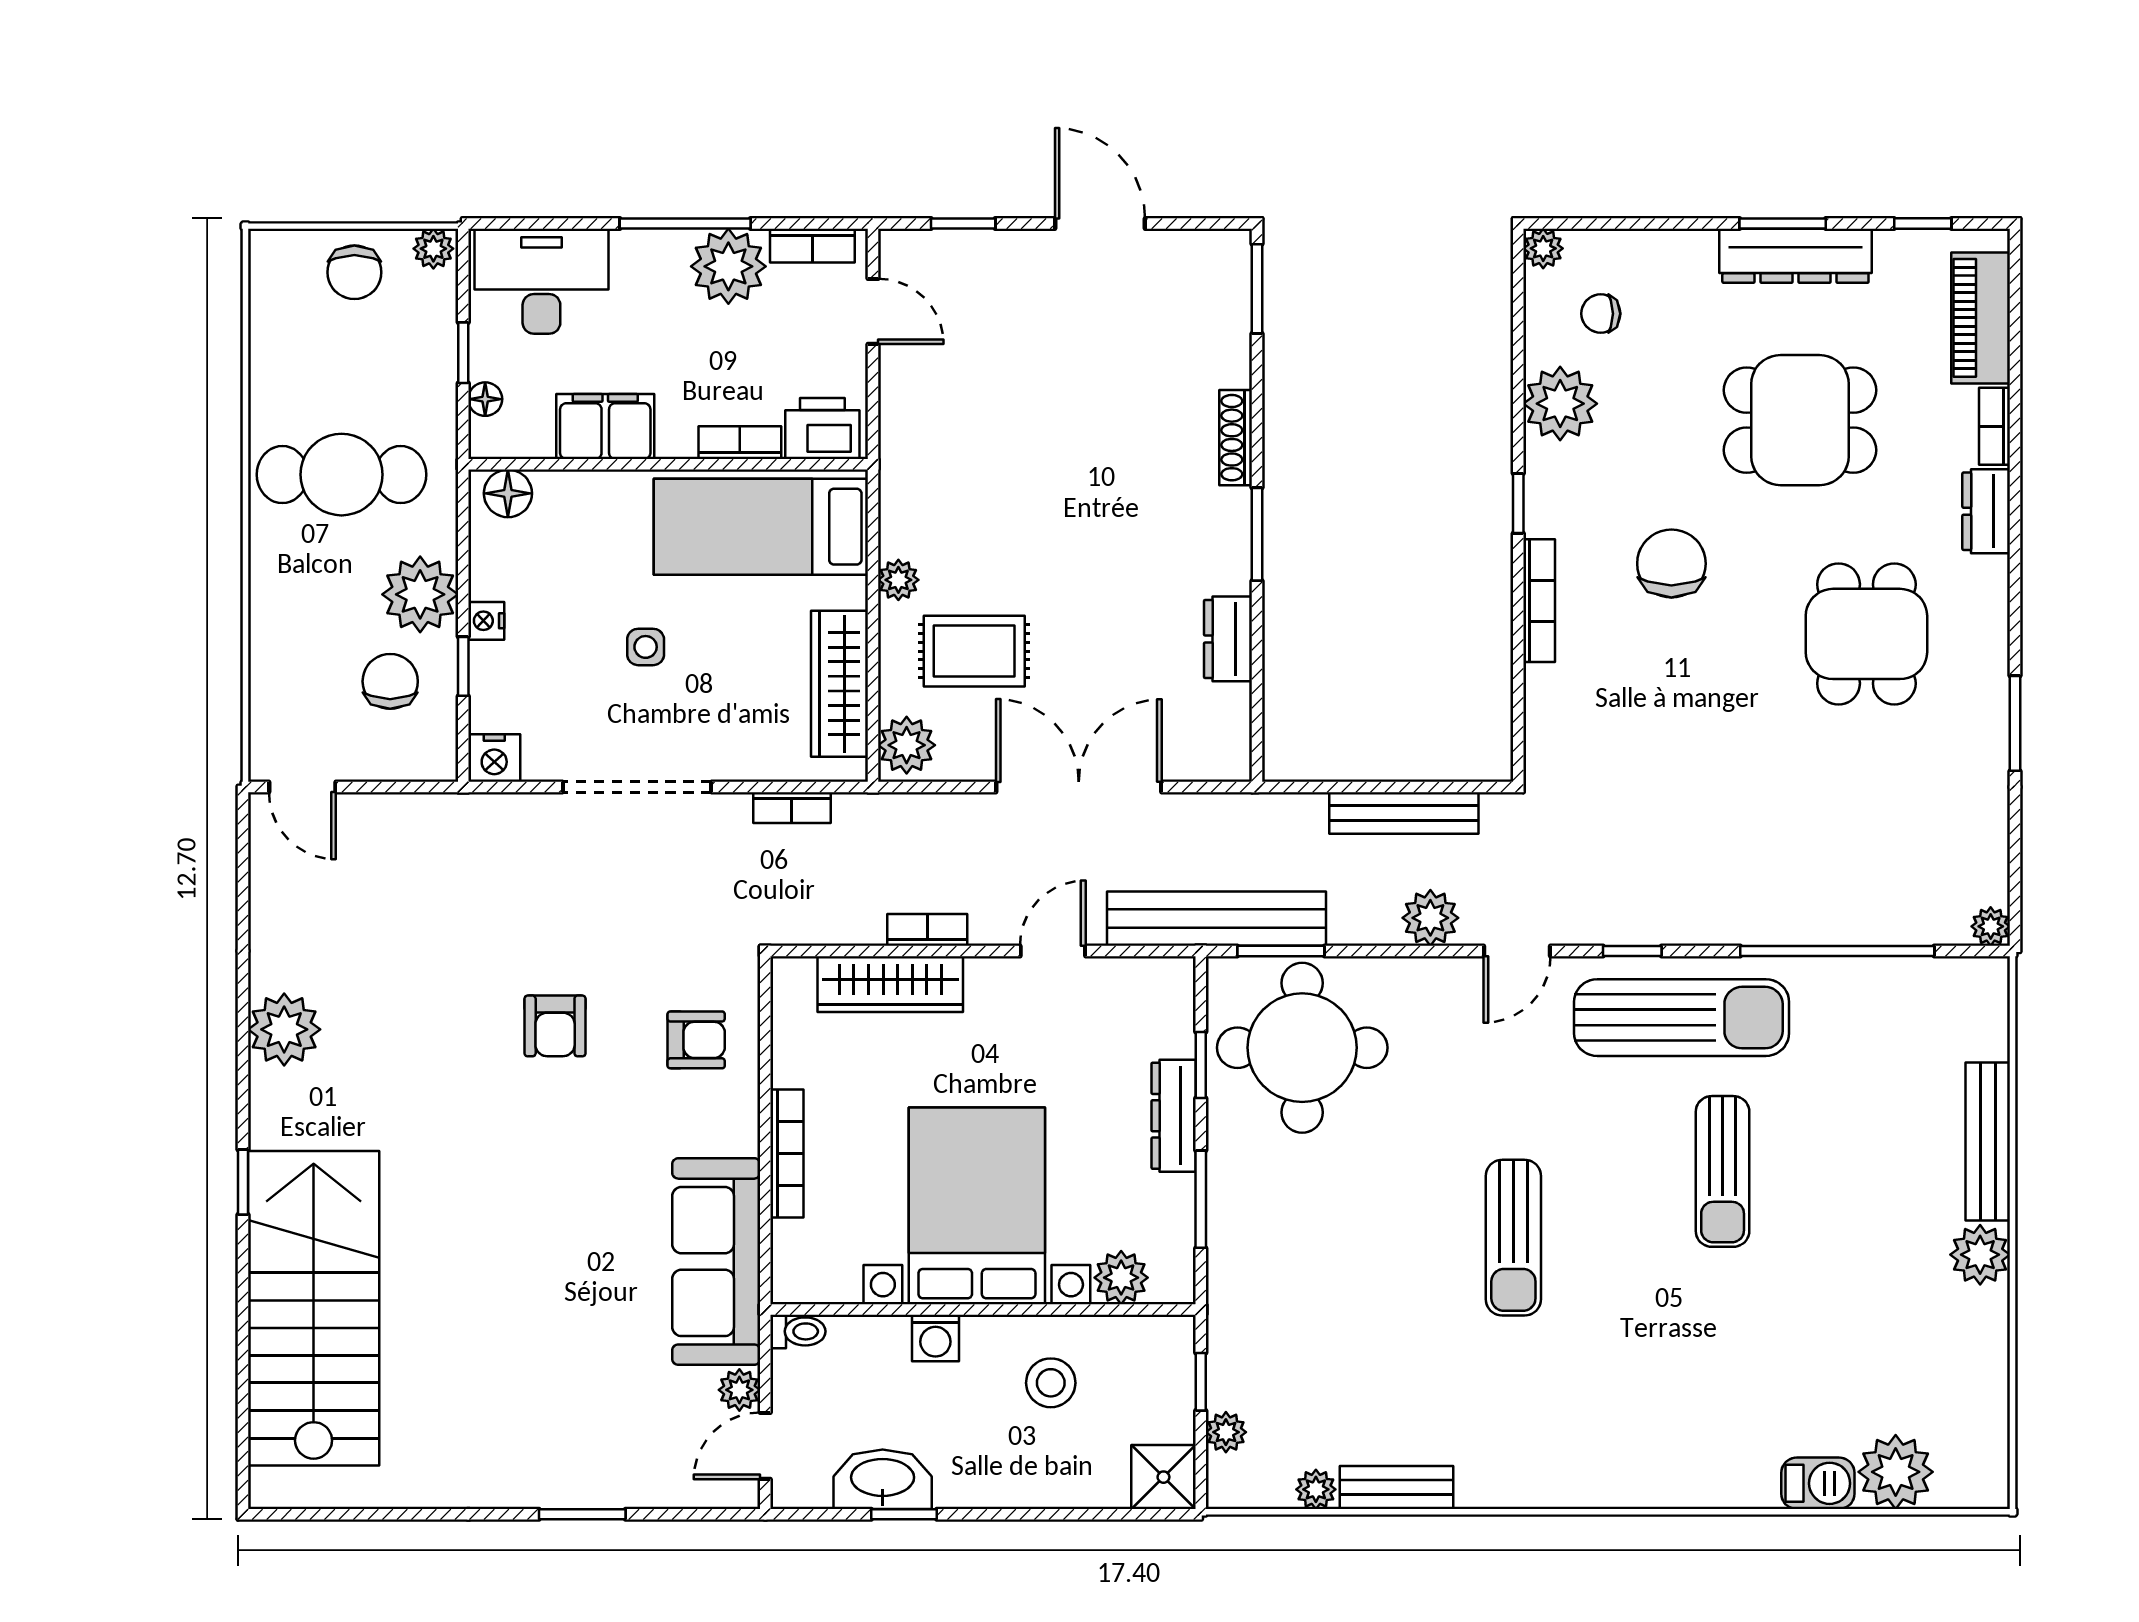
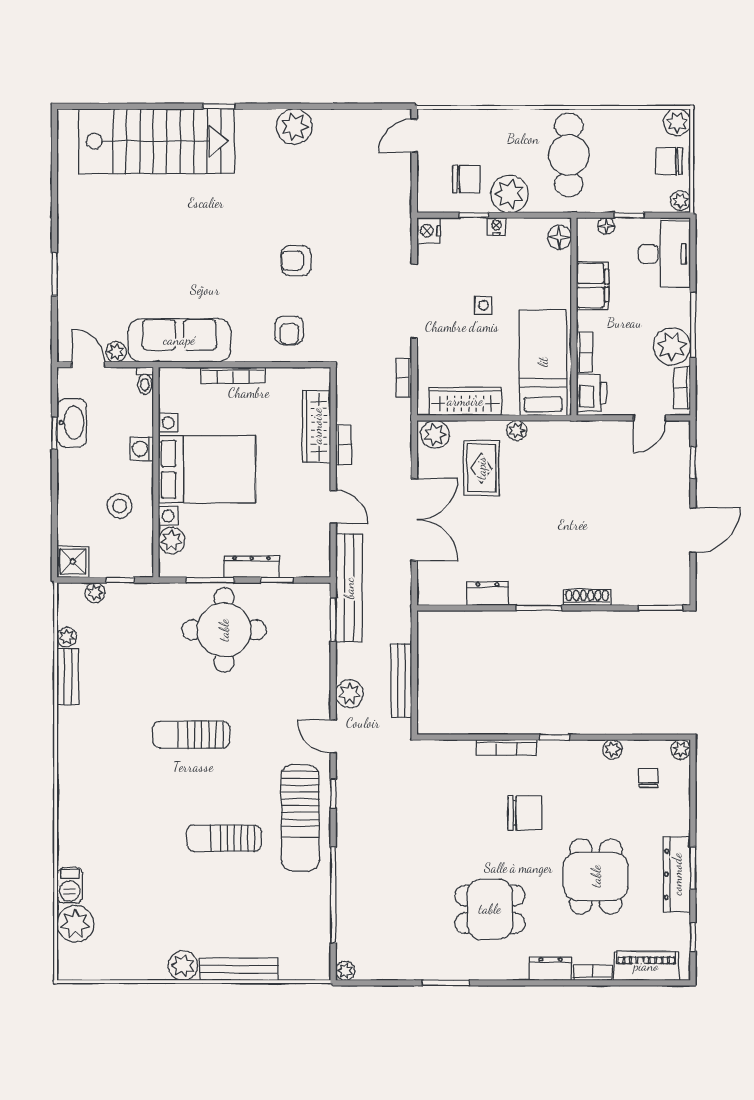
plant: (275, 256) -> (677, 122), added
plant: (1560, 404) -> (612, 749), width x0.53, depth x0.53
round table: (1302, 1048) -> (224, 630), moved

